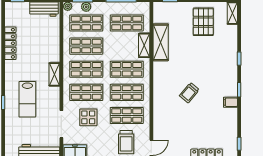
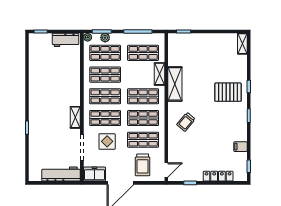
pallet: (203, 22) -> (228, 92), moved, turned 90
shelving: (161, 42) -> (175, 84), moved
locker: (10, 43) -> (34, 72), removed
shelving: (54, 74) -> (75, 117), moved
trolley: (189, 93) -> (186, 122), moved
lab bench: (27, 99) -> (50, 124), removed
filing cabinet: (230, 102) -> (240, 147), moved

